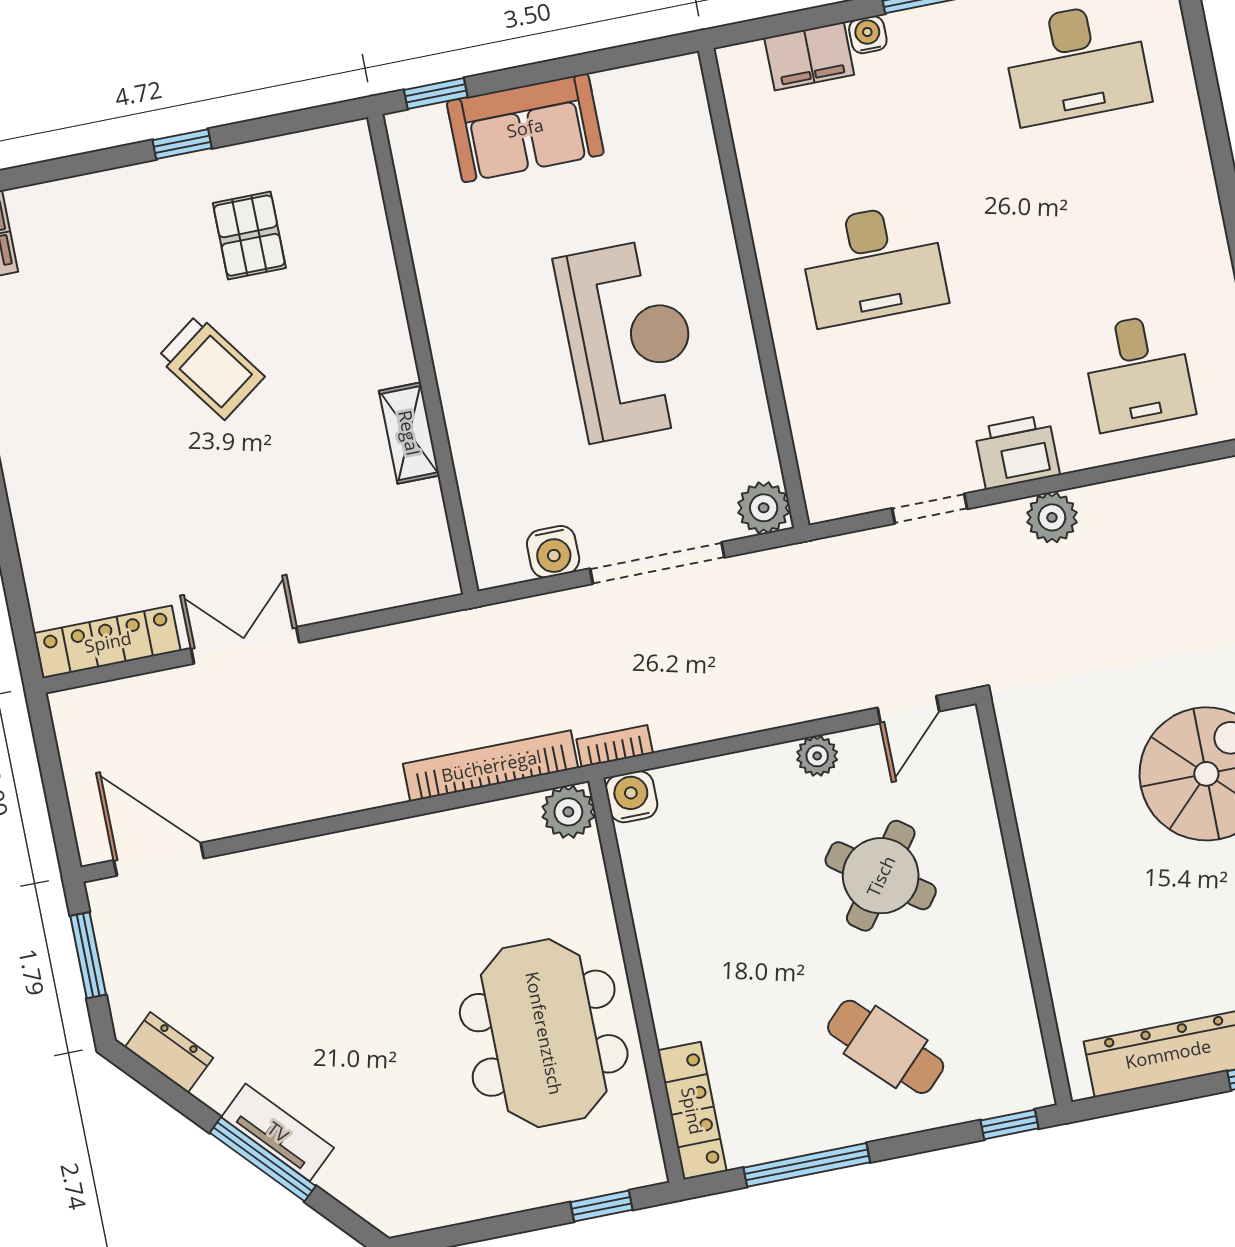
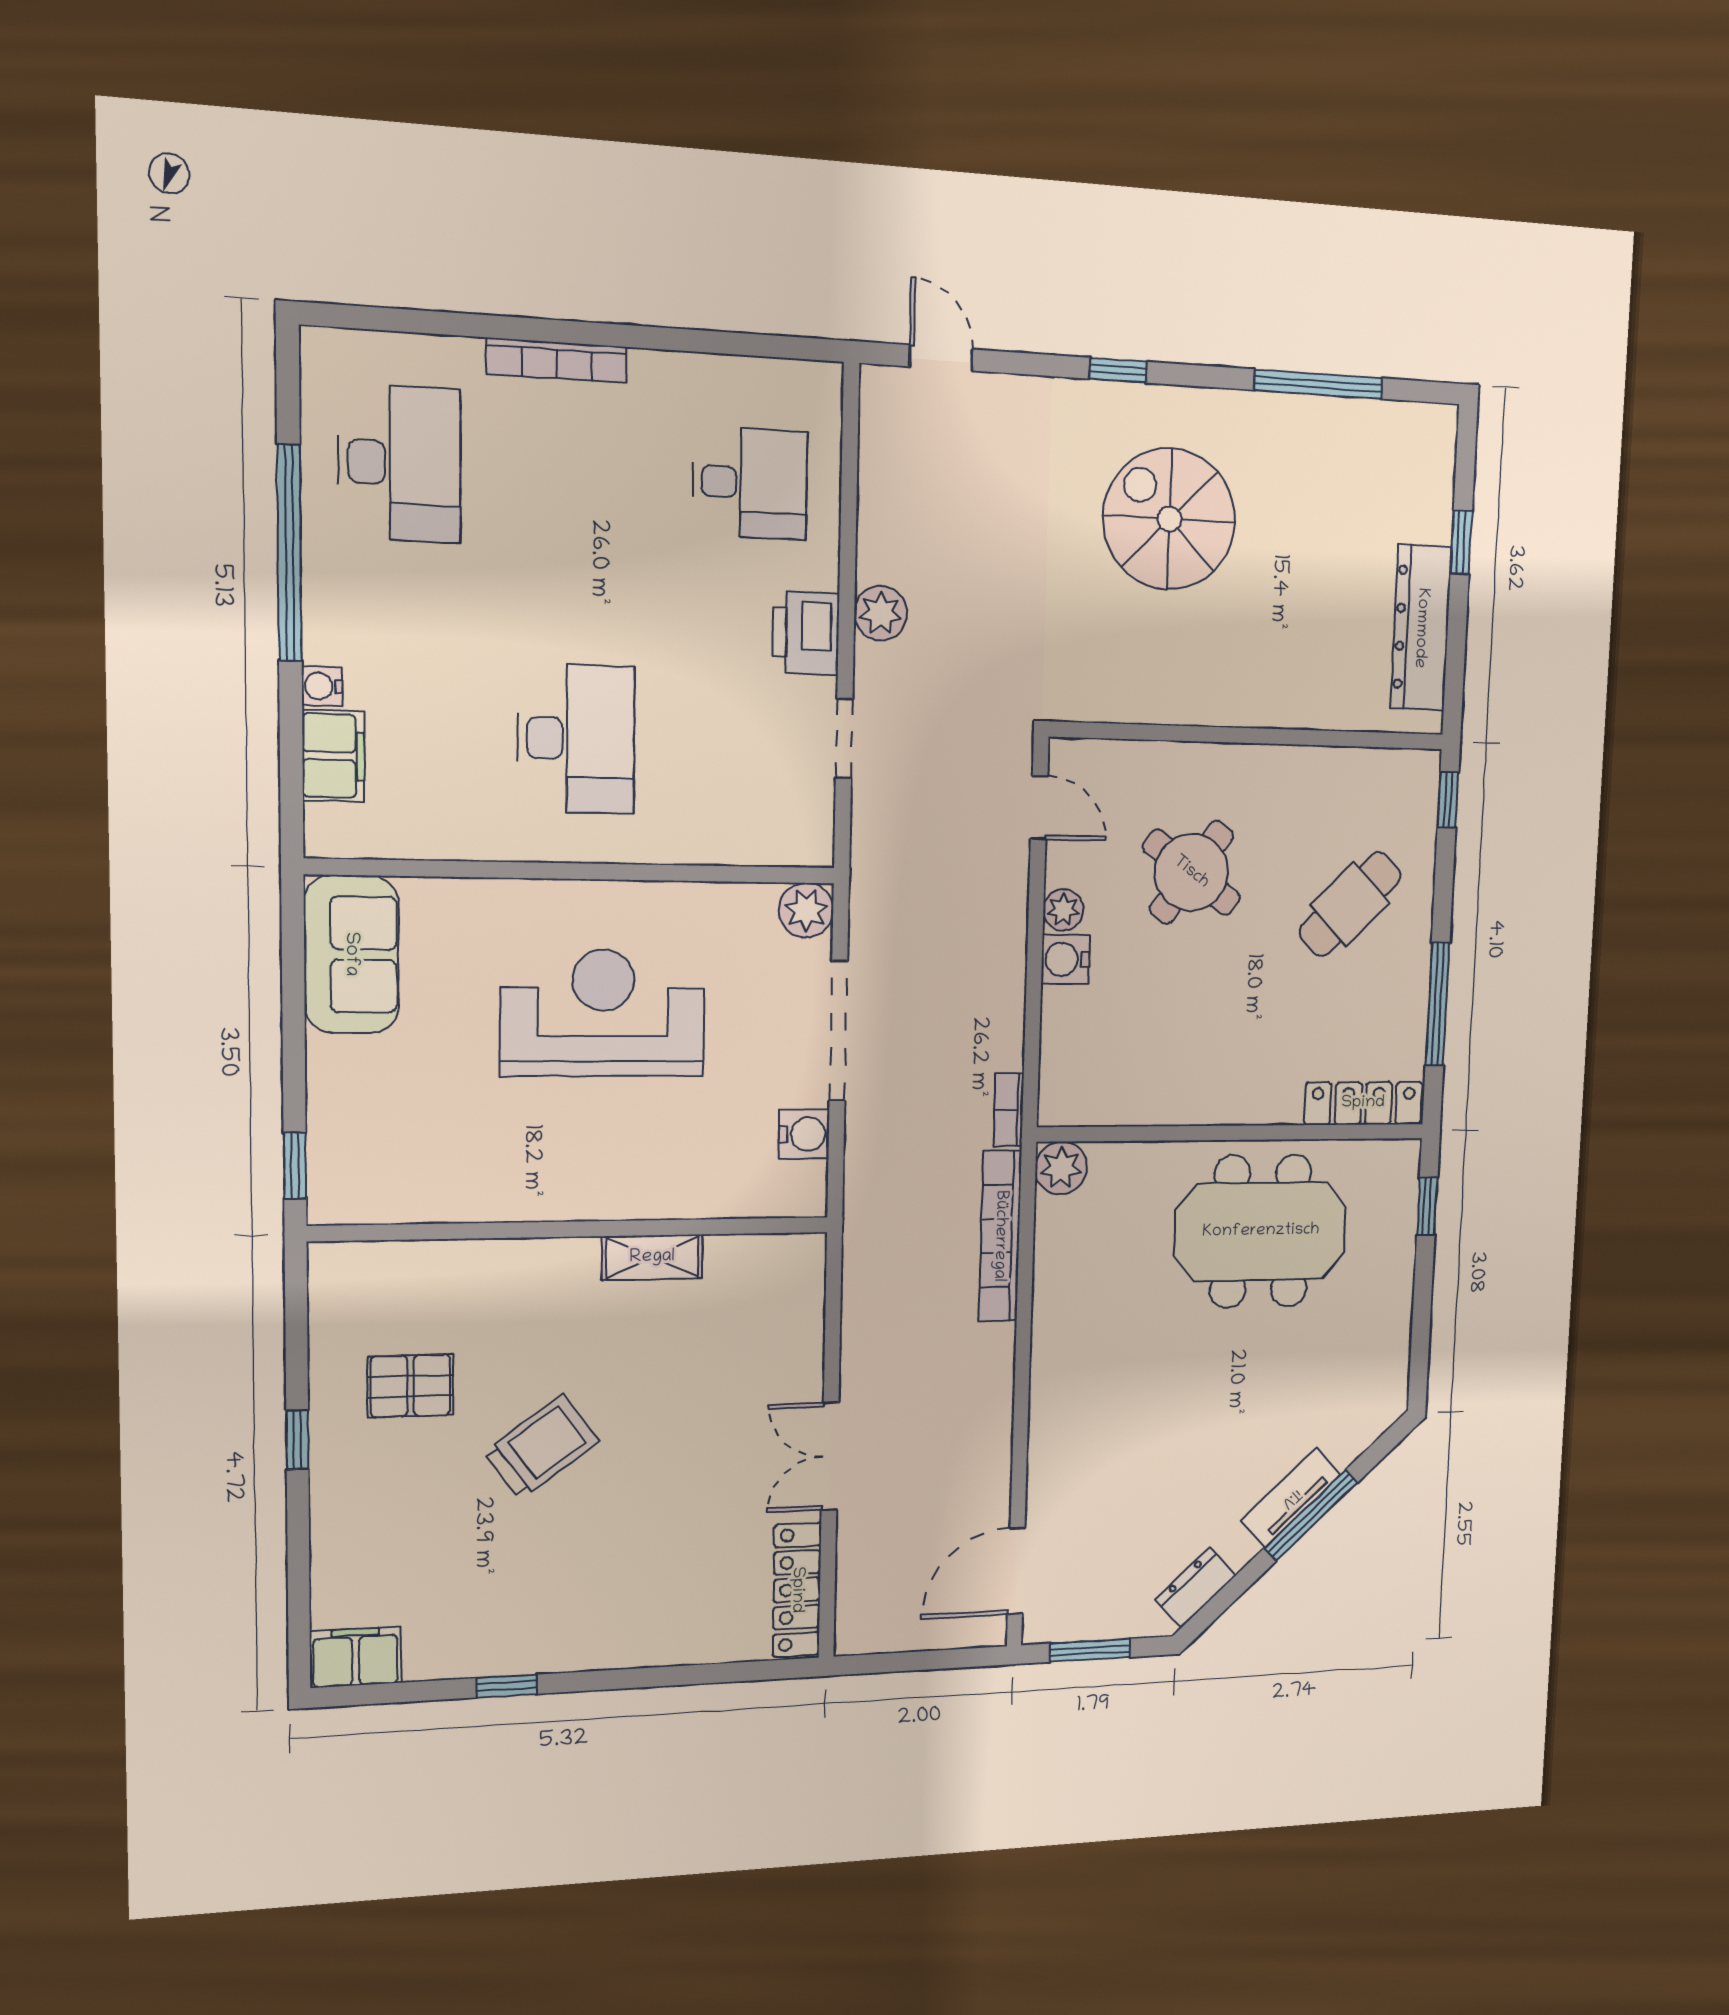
sofa: (525, 128) -> (351, 954), moved
bookcase: (1200, 179) -> (557, 360), added
water cooler: (632, 797) -> (1065, 959), moved

